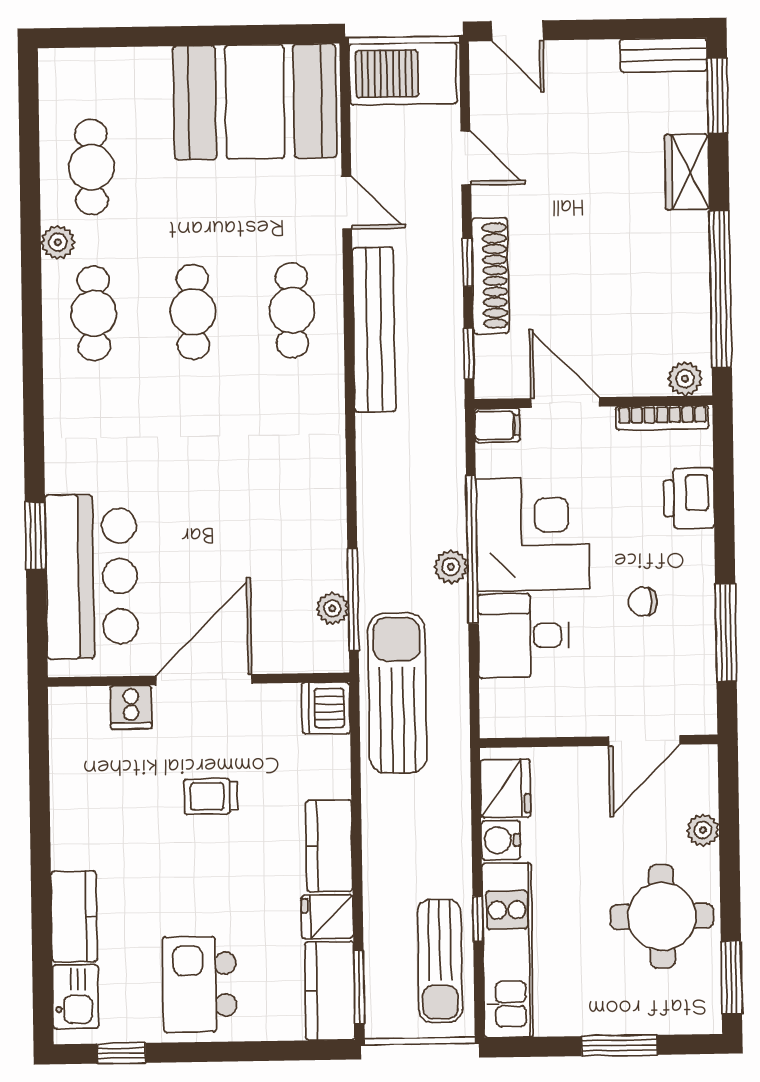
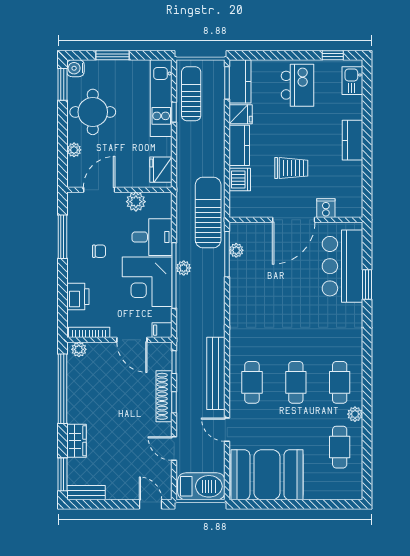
sun lounger: (397, 693) -> (208, 213), turned 180
dishwasher: (326, 708) -> (240, 180), moved
plant: (561, 715) -> (136, 202), added
trolley: (211, 796) -> (291, 168), width x1.36, depth x1.39
water cooler: (501, 840) -> (75, 68), moved, turned 180
kitchen counter: (74, 917) -> (352, 140), moved

